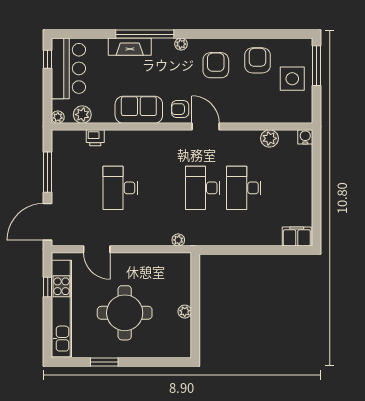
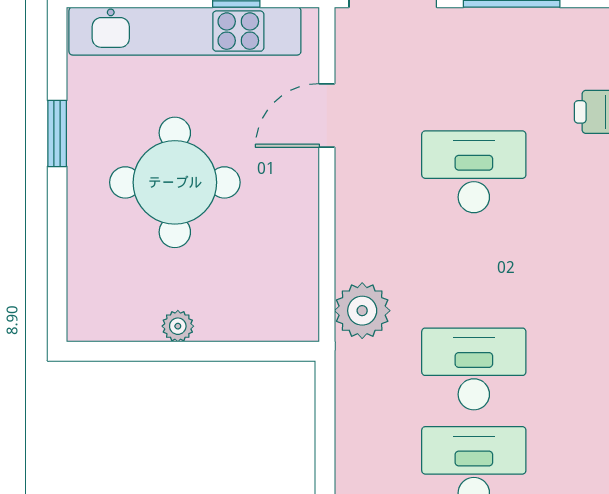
plant: (178, 240) -> (362, 311), width x1.88, depth x1.88

